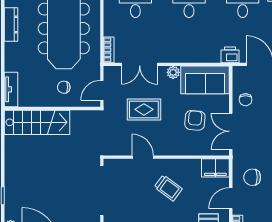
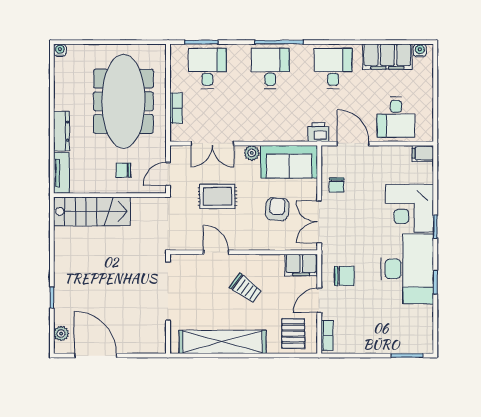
dresser: (11, 25) -> (61, 131), moved
bookcase: (109, 50) -> (176, 108), moved
chair: (252, 177) -> (344, 276), turned 180

